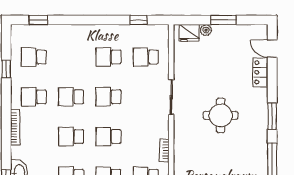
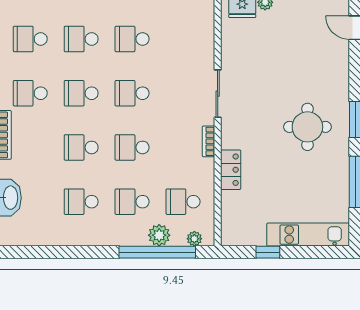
school desk: (146, 57) -> (81, 39), moved
locker: (260, 72) -> (231, 170), moved, turned 180
round table: (221, 115) -> (307, 127), moved
bookcase: (164, 150) -> (208, 141), moved

